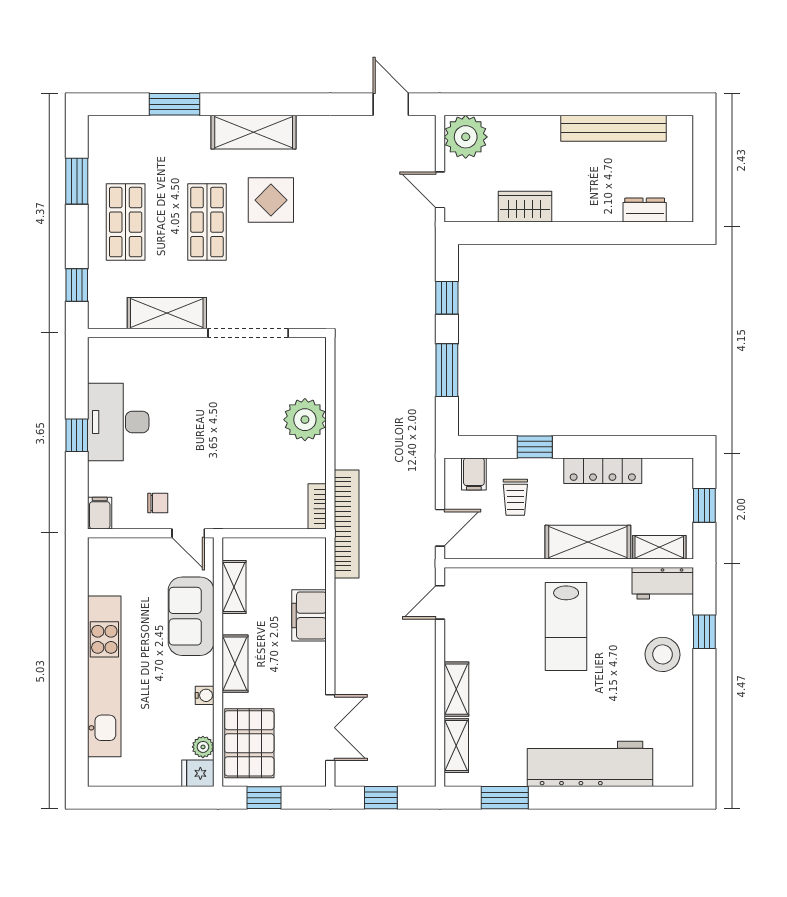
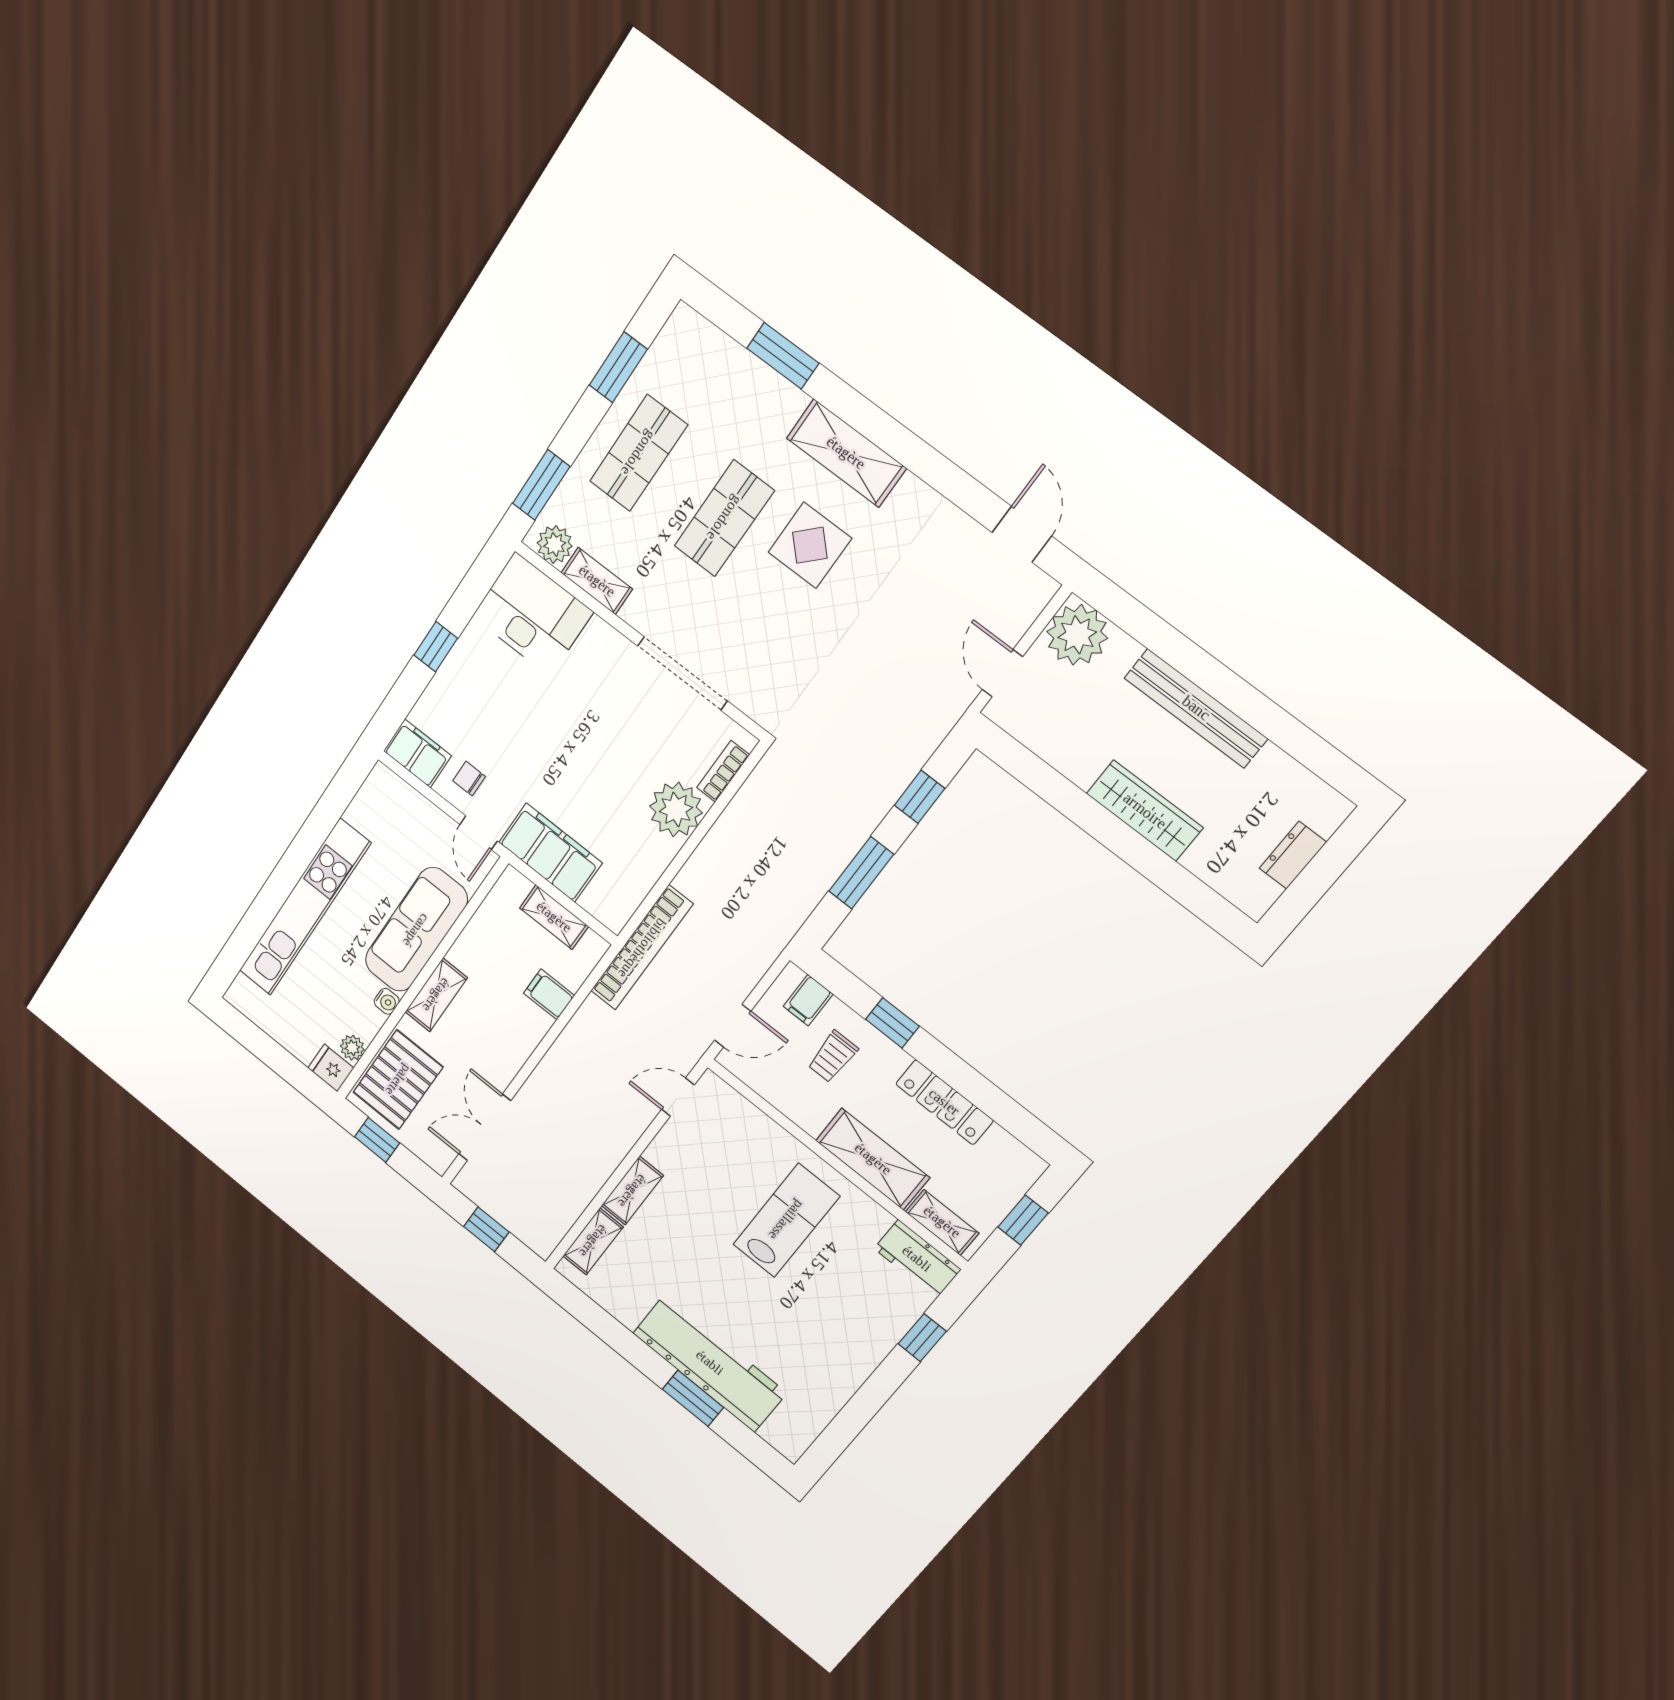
bench: (614, 128) -> (1196, 708), moved
wardrobe: (525, 207) -> (1145, 811), moved, width x1.50
dresser: (645, 210) -> (1293, 855), moved, turned -90
window: (77, 285) -> (541, 485), width x1.50
shelving: (167, 313) -> (597, 581), width x0.67, depth x0.75
plant: (111, 315) -> (555, 544), added
desk: (118, 422) -> (533, 614), moved, turned 90
chair: (158, 503) -> (469, 779), turned 180
bookcase: (317, 506) -> (723, 771), moved
filing cabinet: (244, 509) -> (550, 853), added
filing cabinet: (100, 513) -> (417, 753), width x2.00
shelving: (234, 587) -> (554, 917), moved, turned 90
filing cabinet: (309, 615) -> (549, 994), width x0.50
sofa: (191, 616) -> (416, 930), width x1.36
lab bench: (566, 626) -> (786, 1220), turned 180
stool: (663, 654) -> (862, 1324), removed
double door: (330, 728) -> (485, 1127), swing flipped
window: (505, 798) -> (693, 1398), moved

